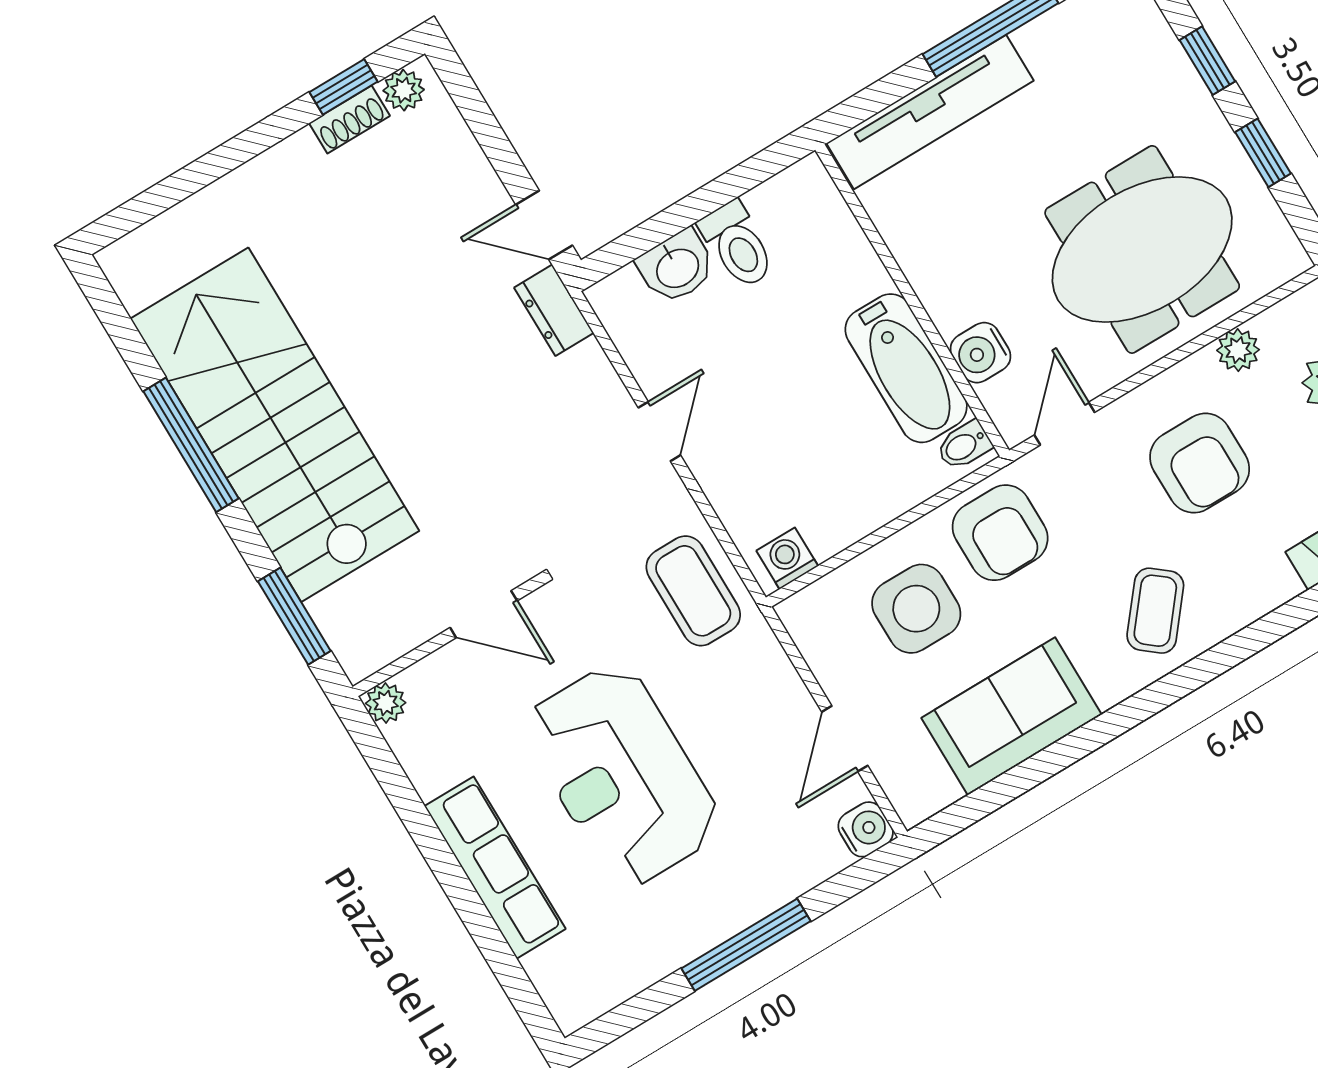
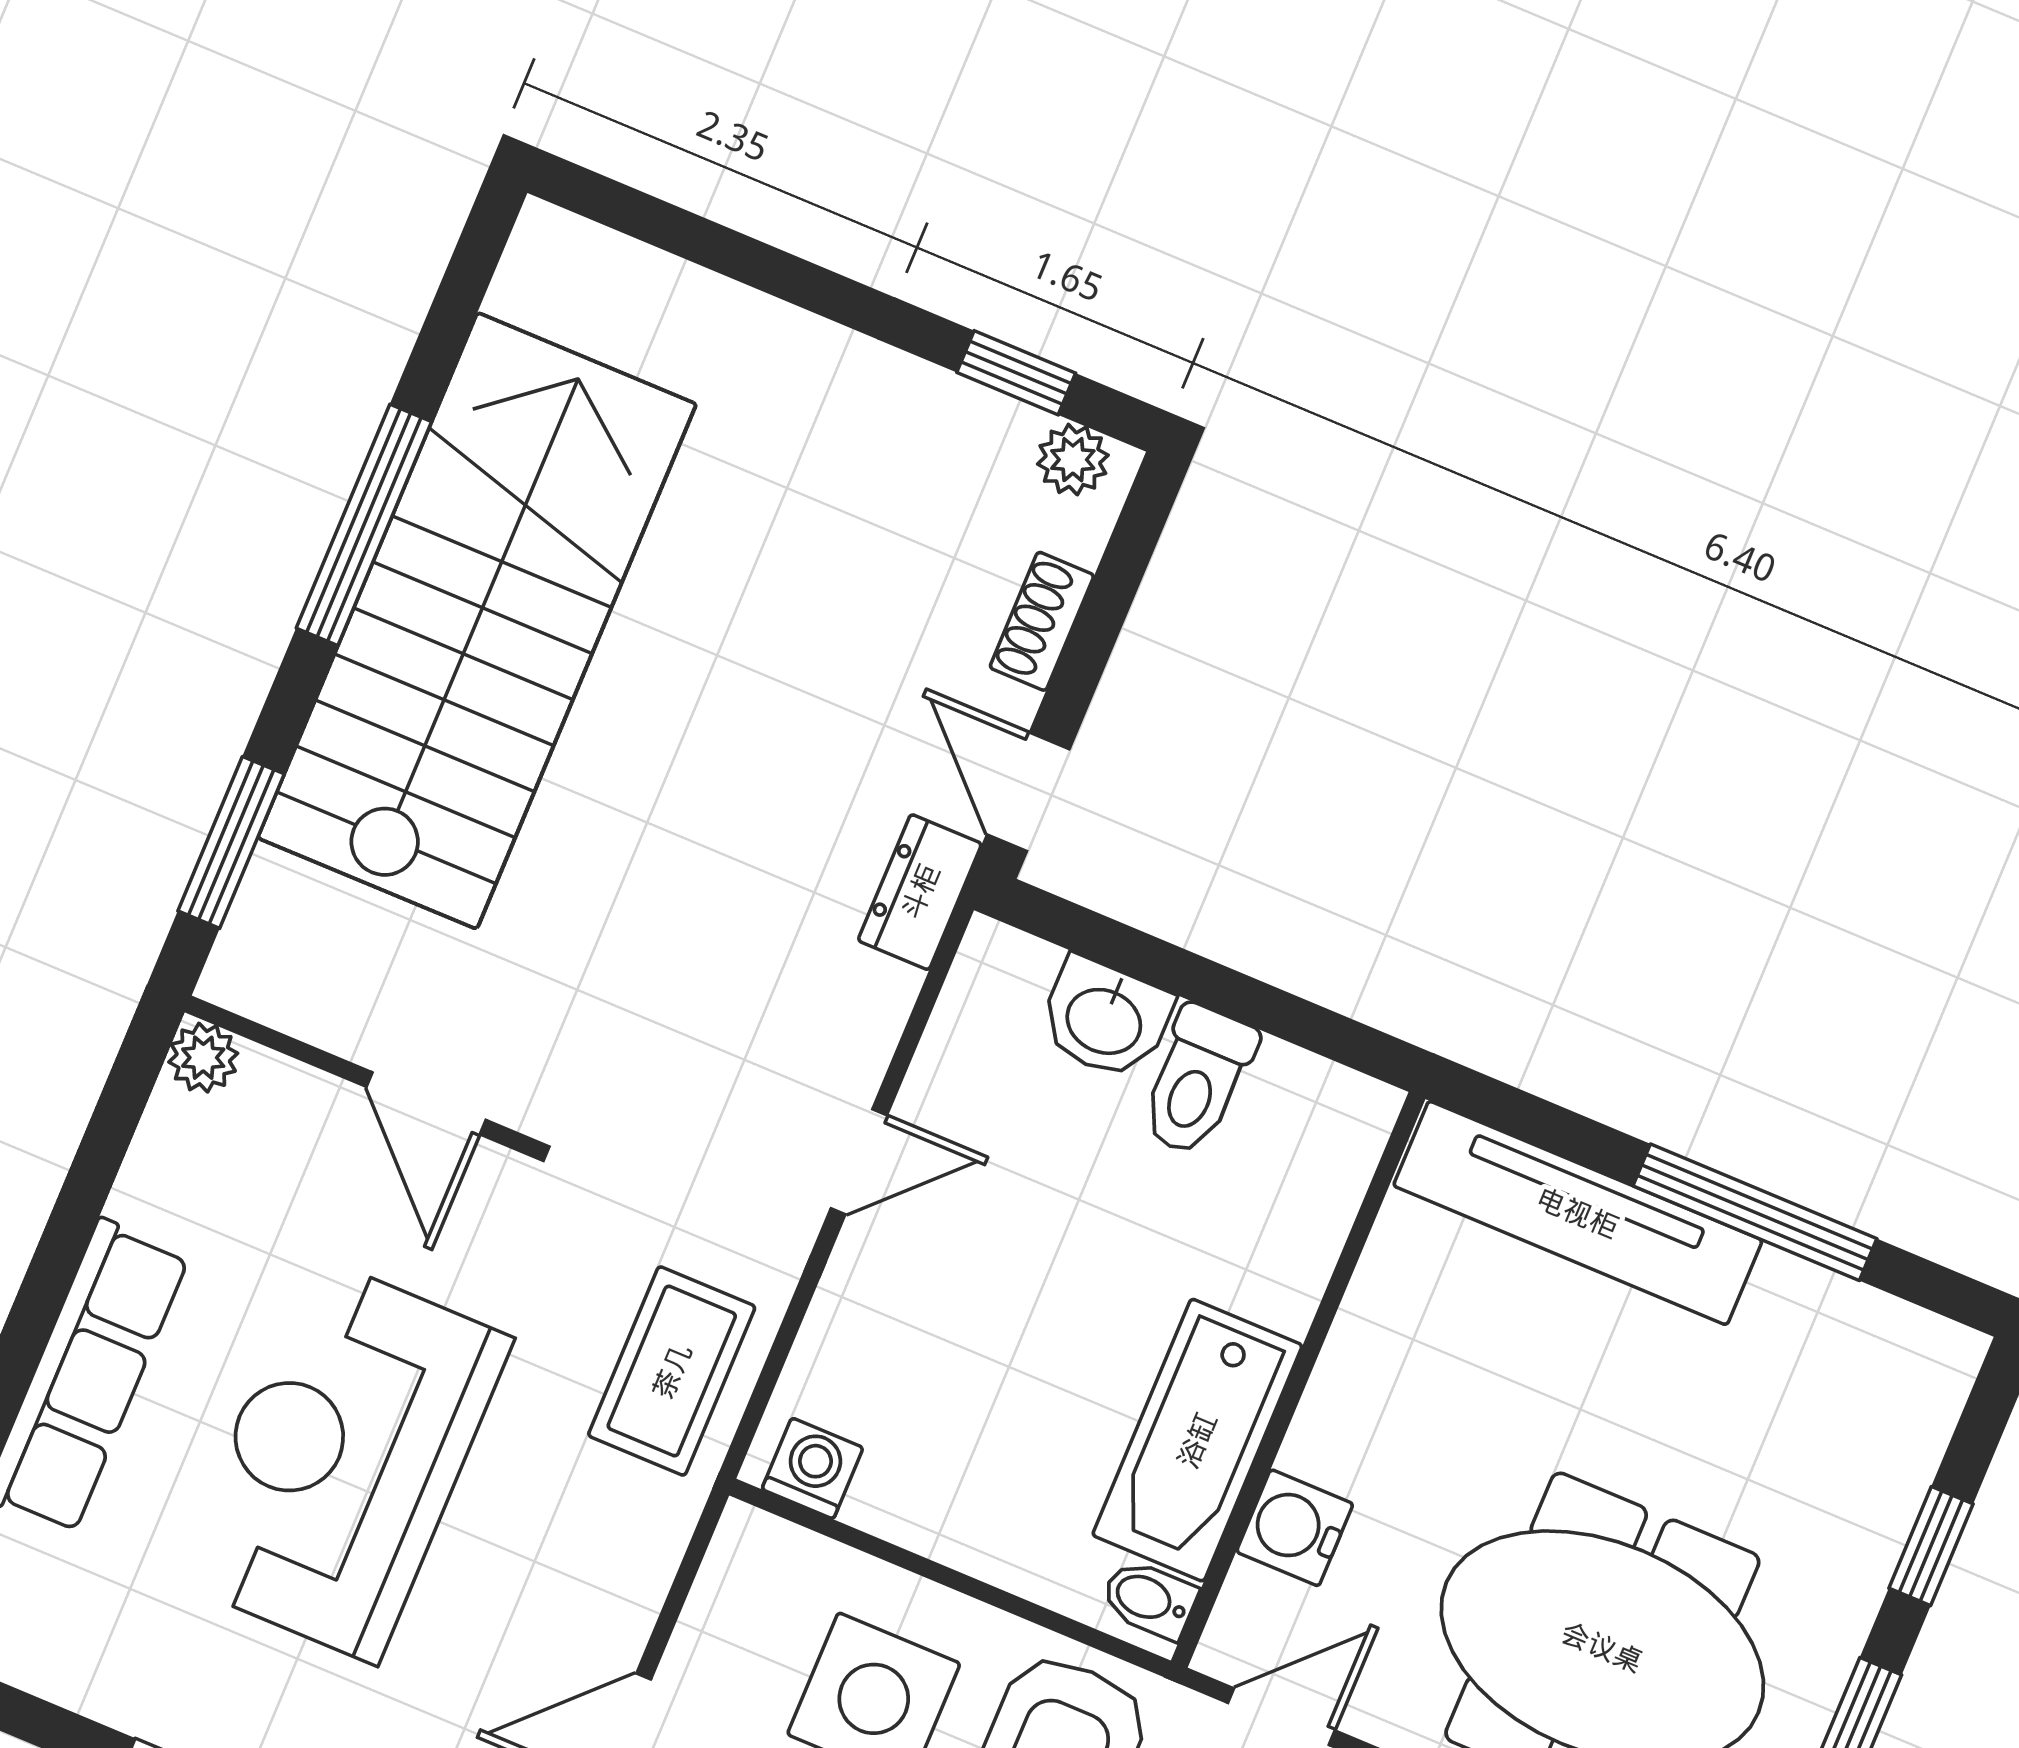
shoe rack: (349, 119) -> (1042, 621), moved, turned 90

